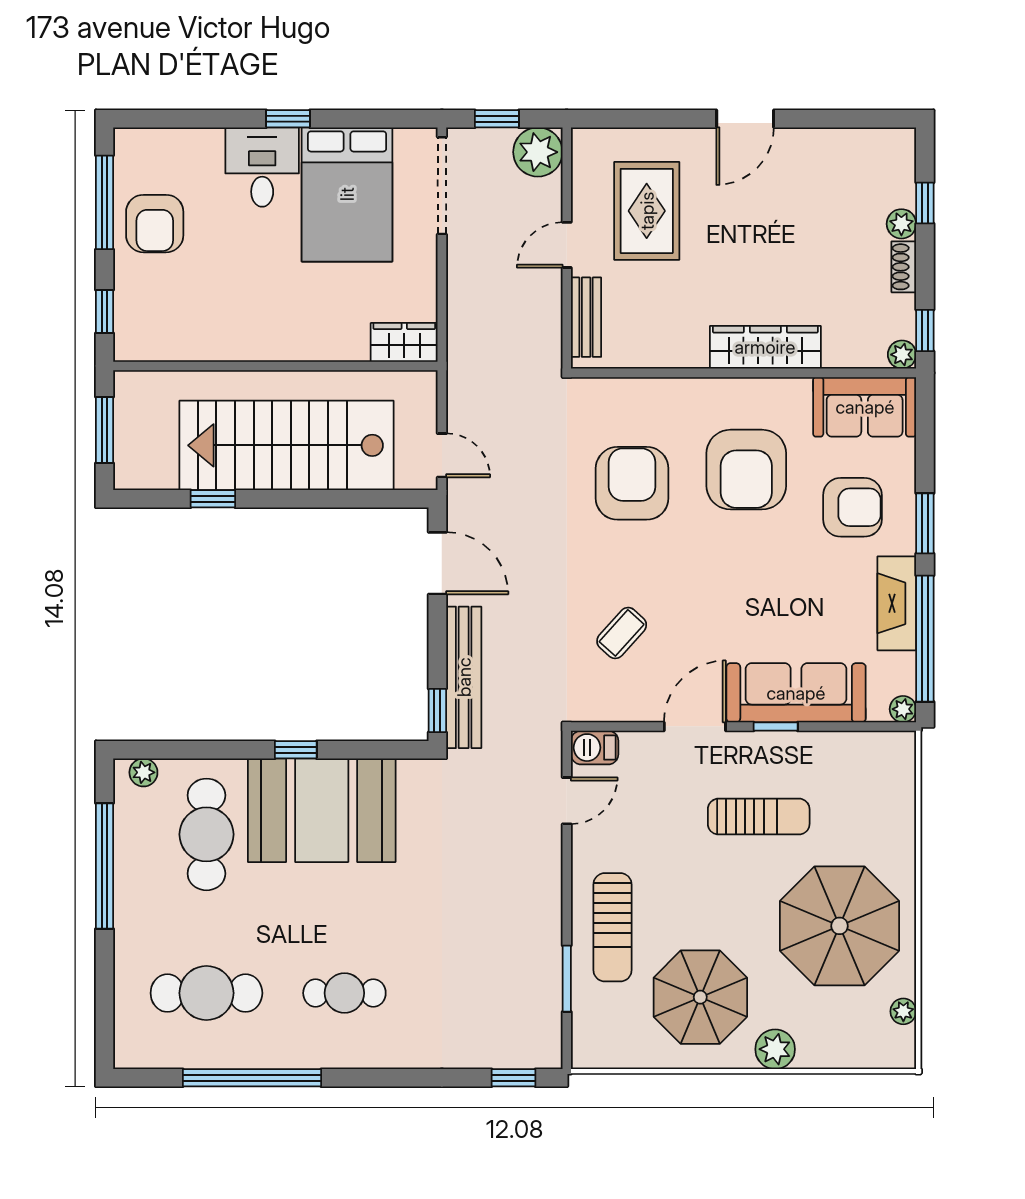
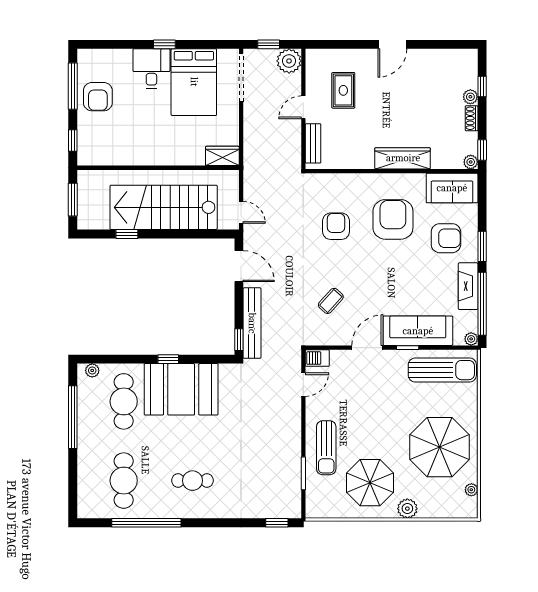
rug: (647, 211) -> (343, 90), width x0.73, depth x0.70
armchair: (746, 470) -> (393, 219), turned 180
armchair: (632, 483) -> (336, 226), width x0.73, depth x0.73
sun lounger: (759, 817) -> (442, 370), moved, width x1.36, depth x1.34
cafe table: (206, 993) -> (124, 481), turned 90

